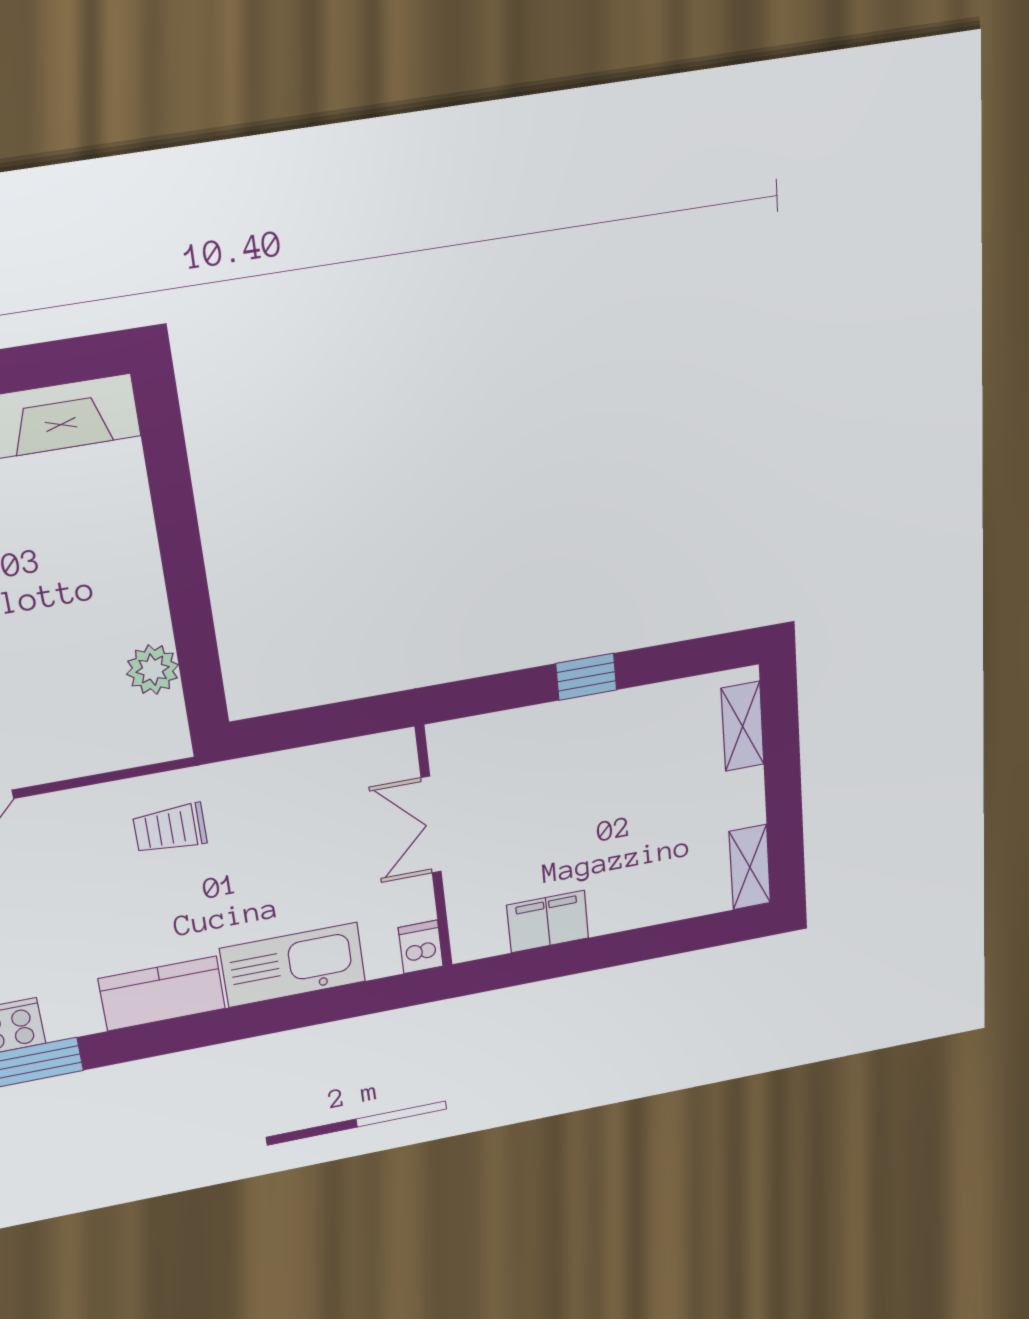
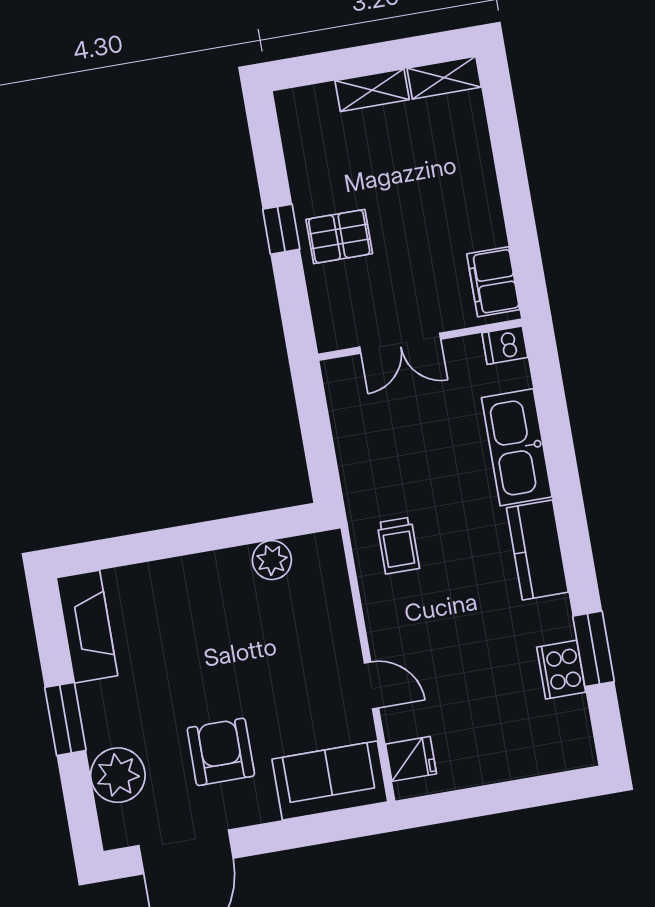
shelving: (743, 726) -> (372, 90), moved
pallet: (571, 748) -> (339, 237), added
filing cabinet: (548, 922) -> (493, 282), moved

